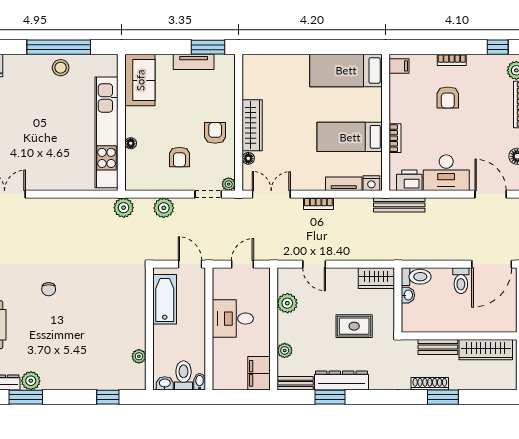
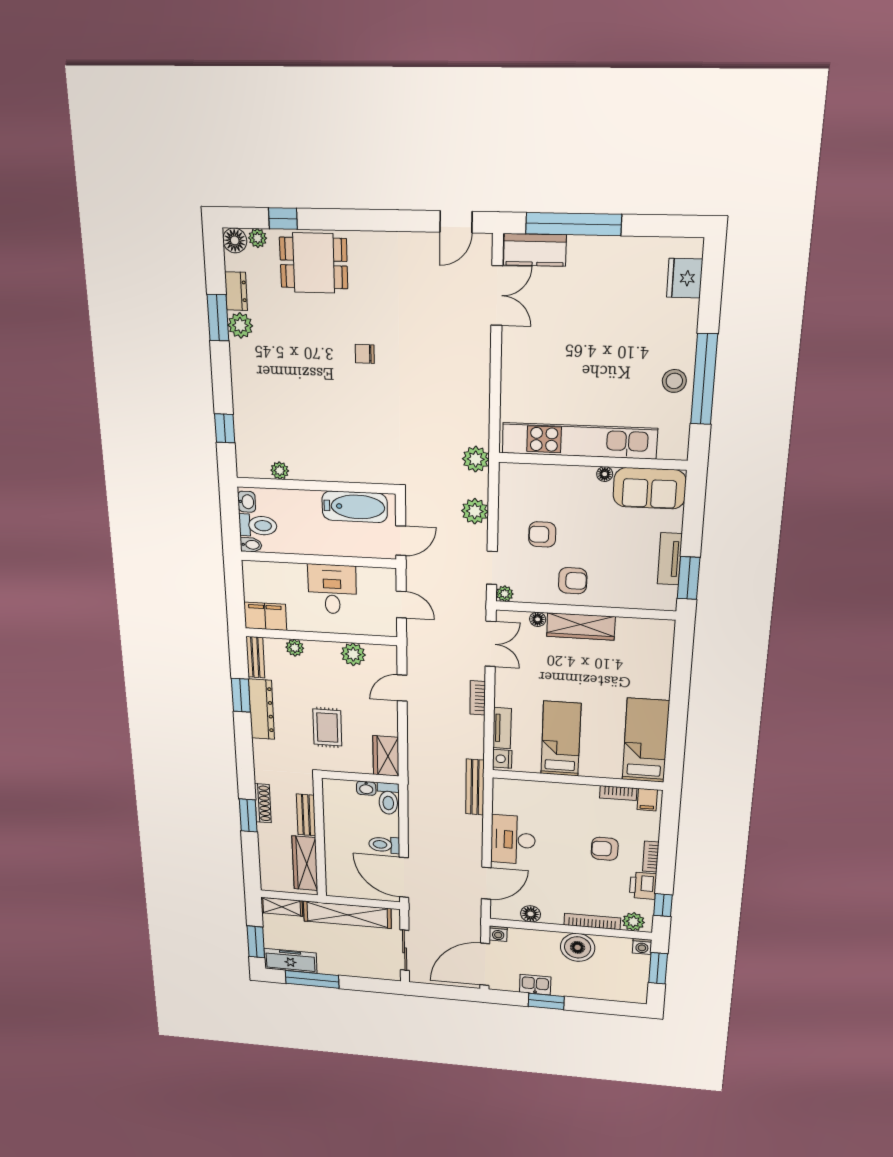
bookcase: (395, 138) -> (618, 793), moved
floor lamp: (131, 143) -> (605, 474), moved
printer: (409, 180) -> (643, 886), moved, turned 180

